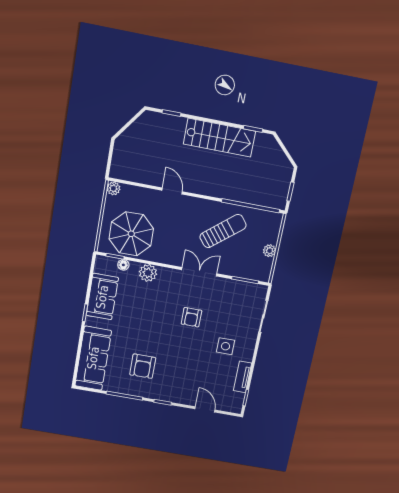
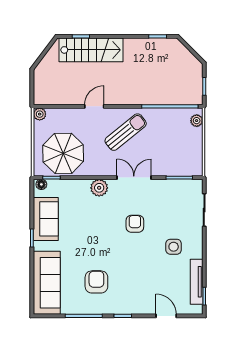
stairs: (219, 138) -> (91, 50), moved
door: (172, 191) -> (94, 106), hinge flipped
sun lounger: (223, 231) -> (126, 132), moved
plant: (270, 251) -> (197, 121), moved
floor lamp: (123, 265) -> (41, 184), moved
plant: (148, 273) -> (99, 188), moved
armchair: (191, 317) -> (135, 224), turned 180
armchair: (143, 366) -> (96, 282), turned 180
tv unit: (243, 377) -> (197, 282), width x1.41

